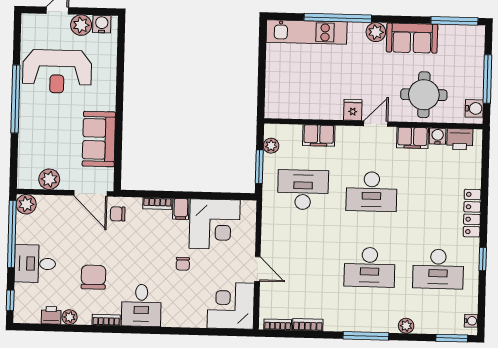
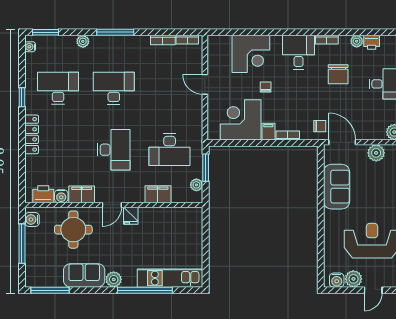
desk: (372, 192) -> (114, 150), turned 90
corner desk: (231, 306) -> (251, 54), moved

